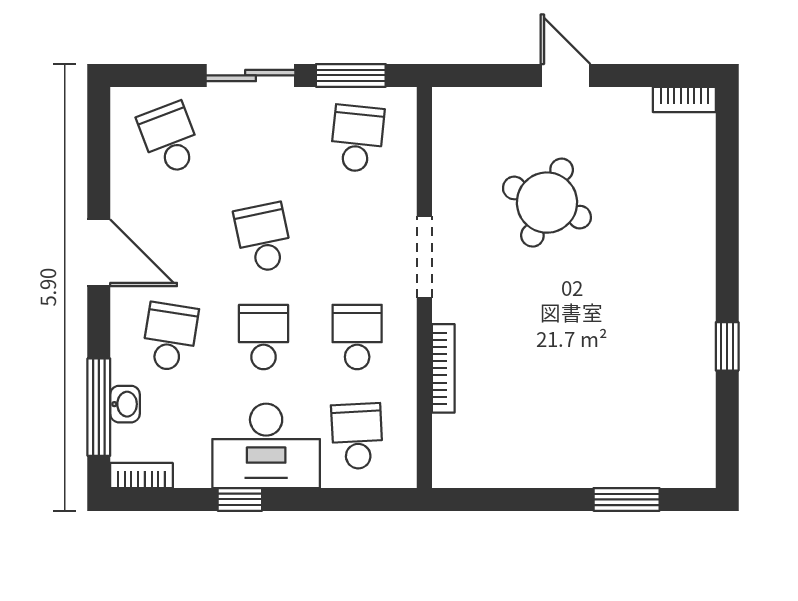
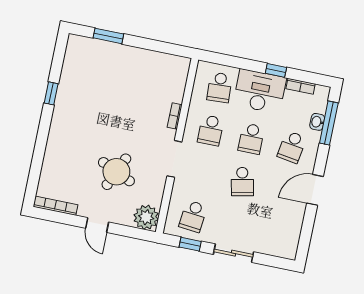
window: (351, 75) -> (190, 244), width x0.67
bookcase: (684, 99) -> (55, 206), width x1.56
plant: (460, 115) -> (146, 217), added
school desk: (170, 139) -> (274, 233), removed
door: (99, 253) -> (315, 190), hinge flipped
bookcase: (443, 368) -> (175, 116), width x0.64
bookcase: (141, 476) -> (301, 86), moved

